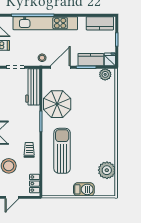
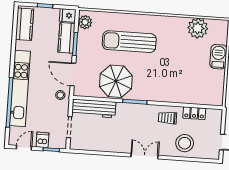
sun lounger: (62, 151) -> (129, 42), moved
locker: (35, 184) -> (194, 113), moved

